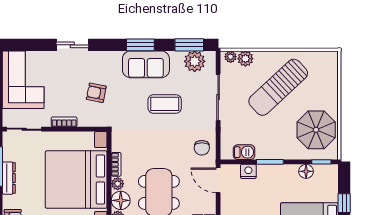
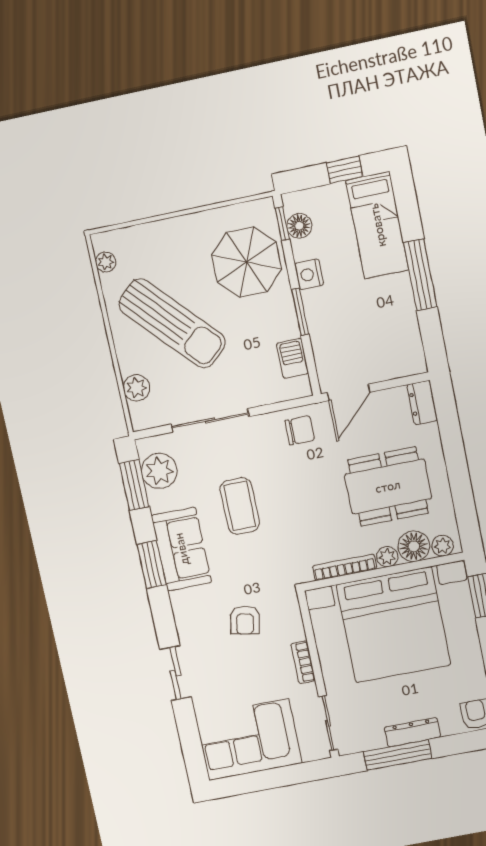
plant: (231, 57) -> (106, 262), moved
parasol: (316, 130) -> (247, 262), moved
bookcase: (116, 164) -> (345, 567), width x1.56
nightstand: (248, 171) -> (309, 274), moved
floor lamp: (306, 171) -> (299, 226), moved

